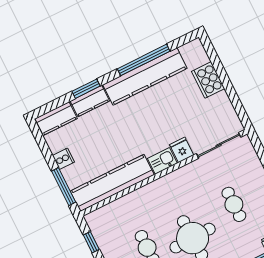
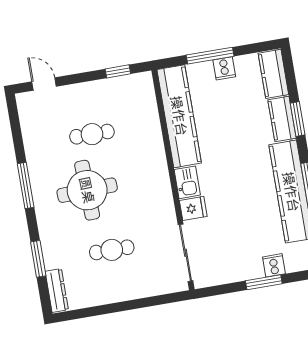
window: (223, 76) -> (264, 282), added
cooker: (208, 80) -> (274, 265), width x0.53, depth x0.76
window: (64, 187) -> (210, 56), moved

